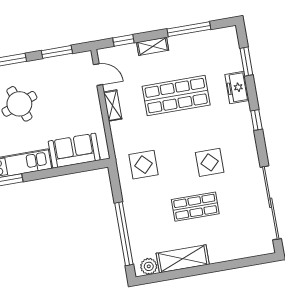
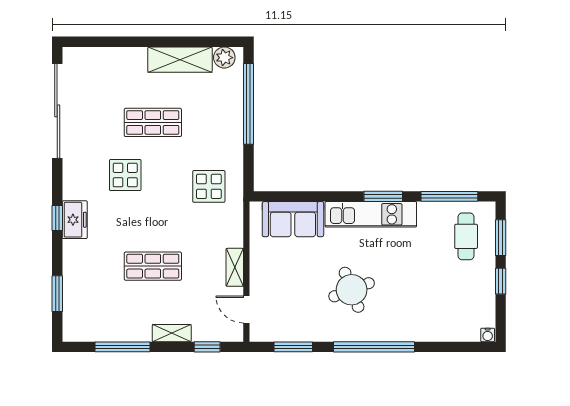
freezer: (237, 87) -> (75, 220), moved
shop shelf: (176, 96) -> (153, 266), width x0.70, depth x0.74

